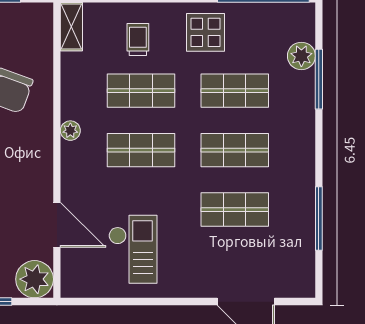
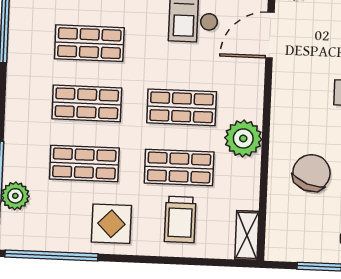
trolley: (138, 39) -> (180, 219), width x1.36, depth x1.39
plant: (70, 131) -> (243, 138), width x1.88, depth x1.88
door: (57, 225) -> (270, 35), hinge flipped

